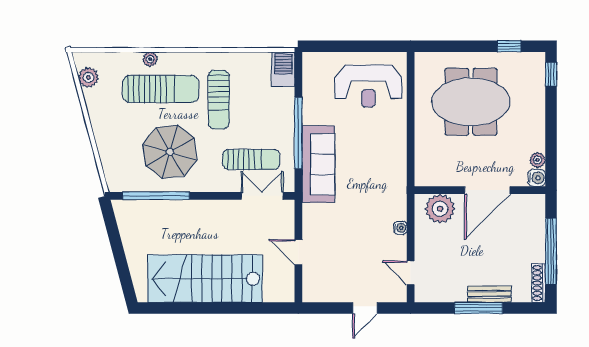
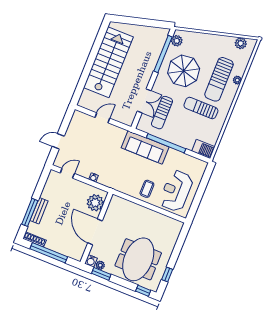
meeting table: (471, 102) -> (138, 259), moved
coffee table: (384, 134) -> (147, 189), added
window: (551, 153) -> (101, 274), added
plant: (126, 182) -> (177, 41), added
double door: (262, 196) -> (144, 101), moved
door: (365, 308) -> (58, 141), hinge flipped
window: (478, 308) -> (30, 212), moved

